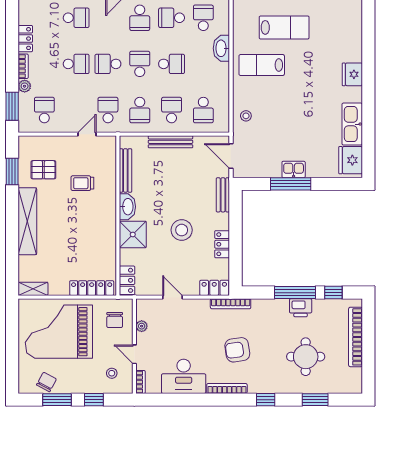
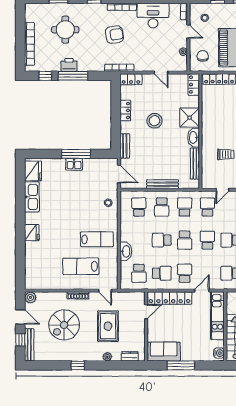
school desk: (108, 64) -> (207, 240), turned -90
school desk: (108, 110) -> (207, 207), turned 180

